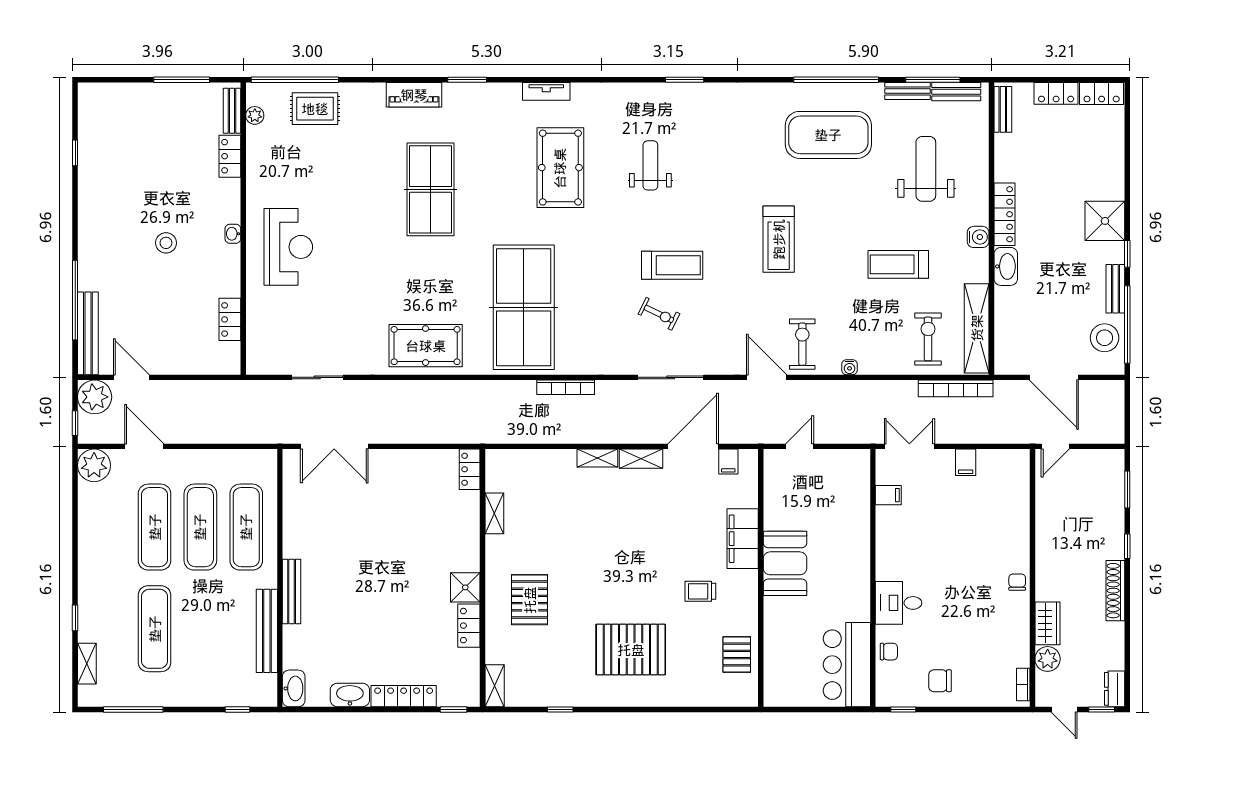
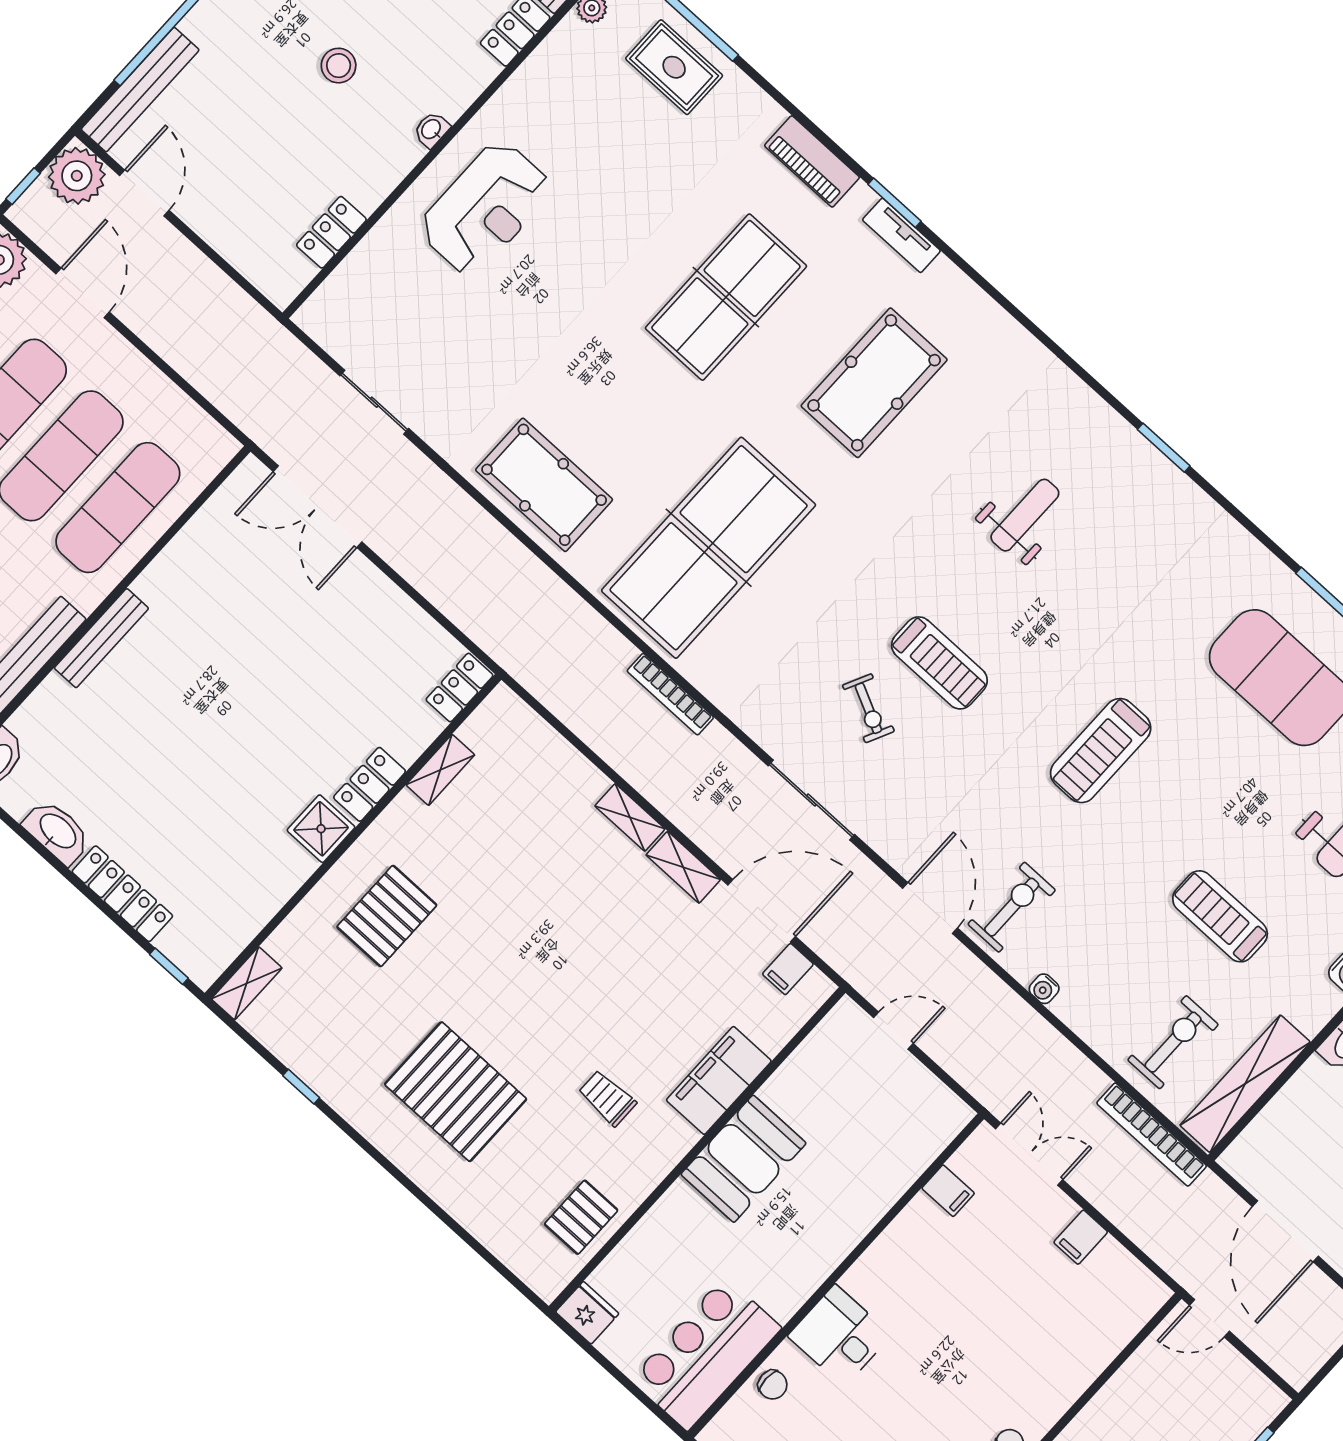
tv unit: (546, 91) -> (901, 235), moved
pool table: (560, 168) -> (874, 383), moved
locker: (469, 626) -> (370, 784), moved
fridge: (778, 694) -> (587, 1313), added

